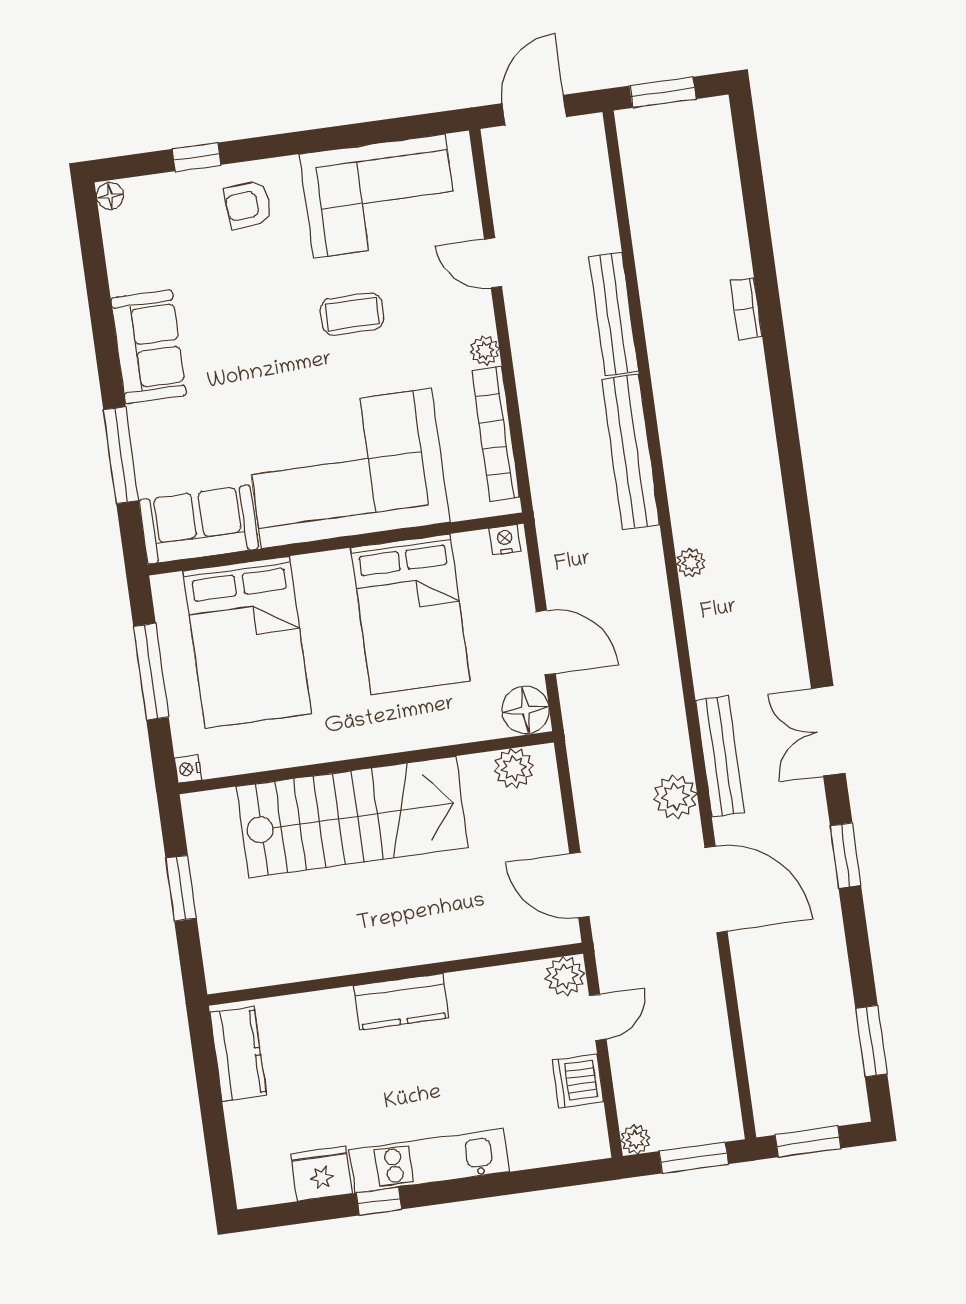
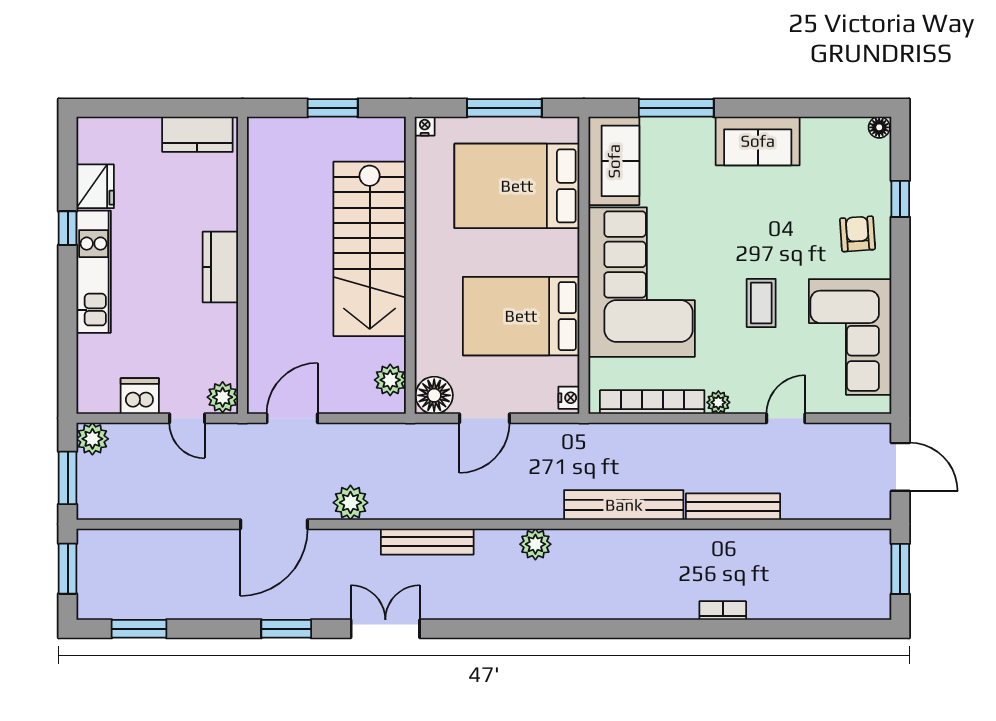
plant: (691, 562) -> (535, 544), width x1.38, depth x1.38
bench: (720, 756) -> (427, 542), moved
plant: (635, 1139) -> (92, 439), width x1.38, depth x1.38

